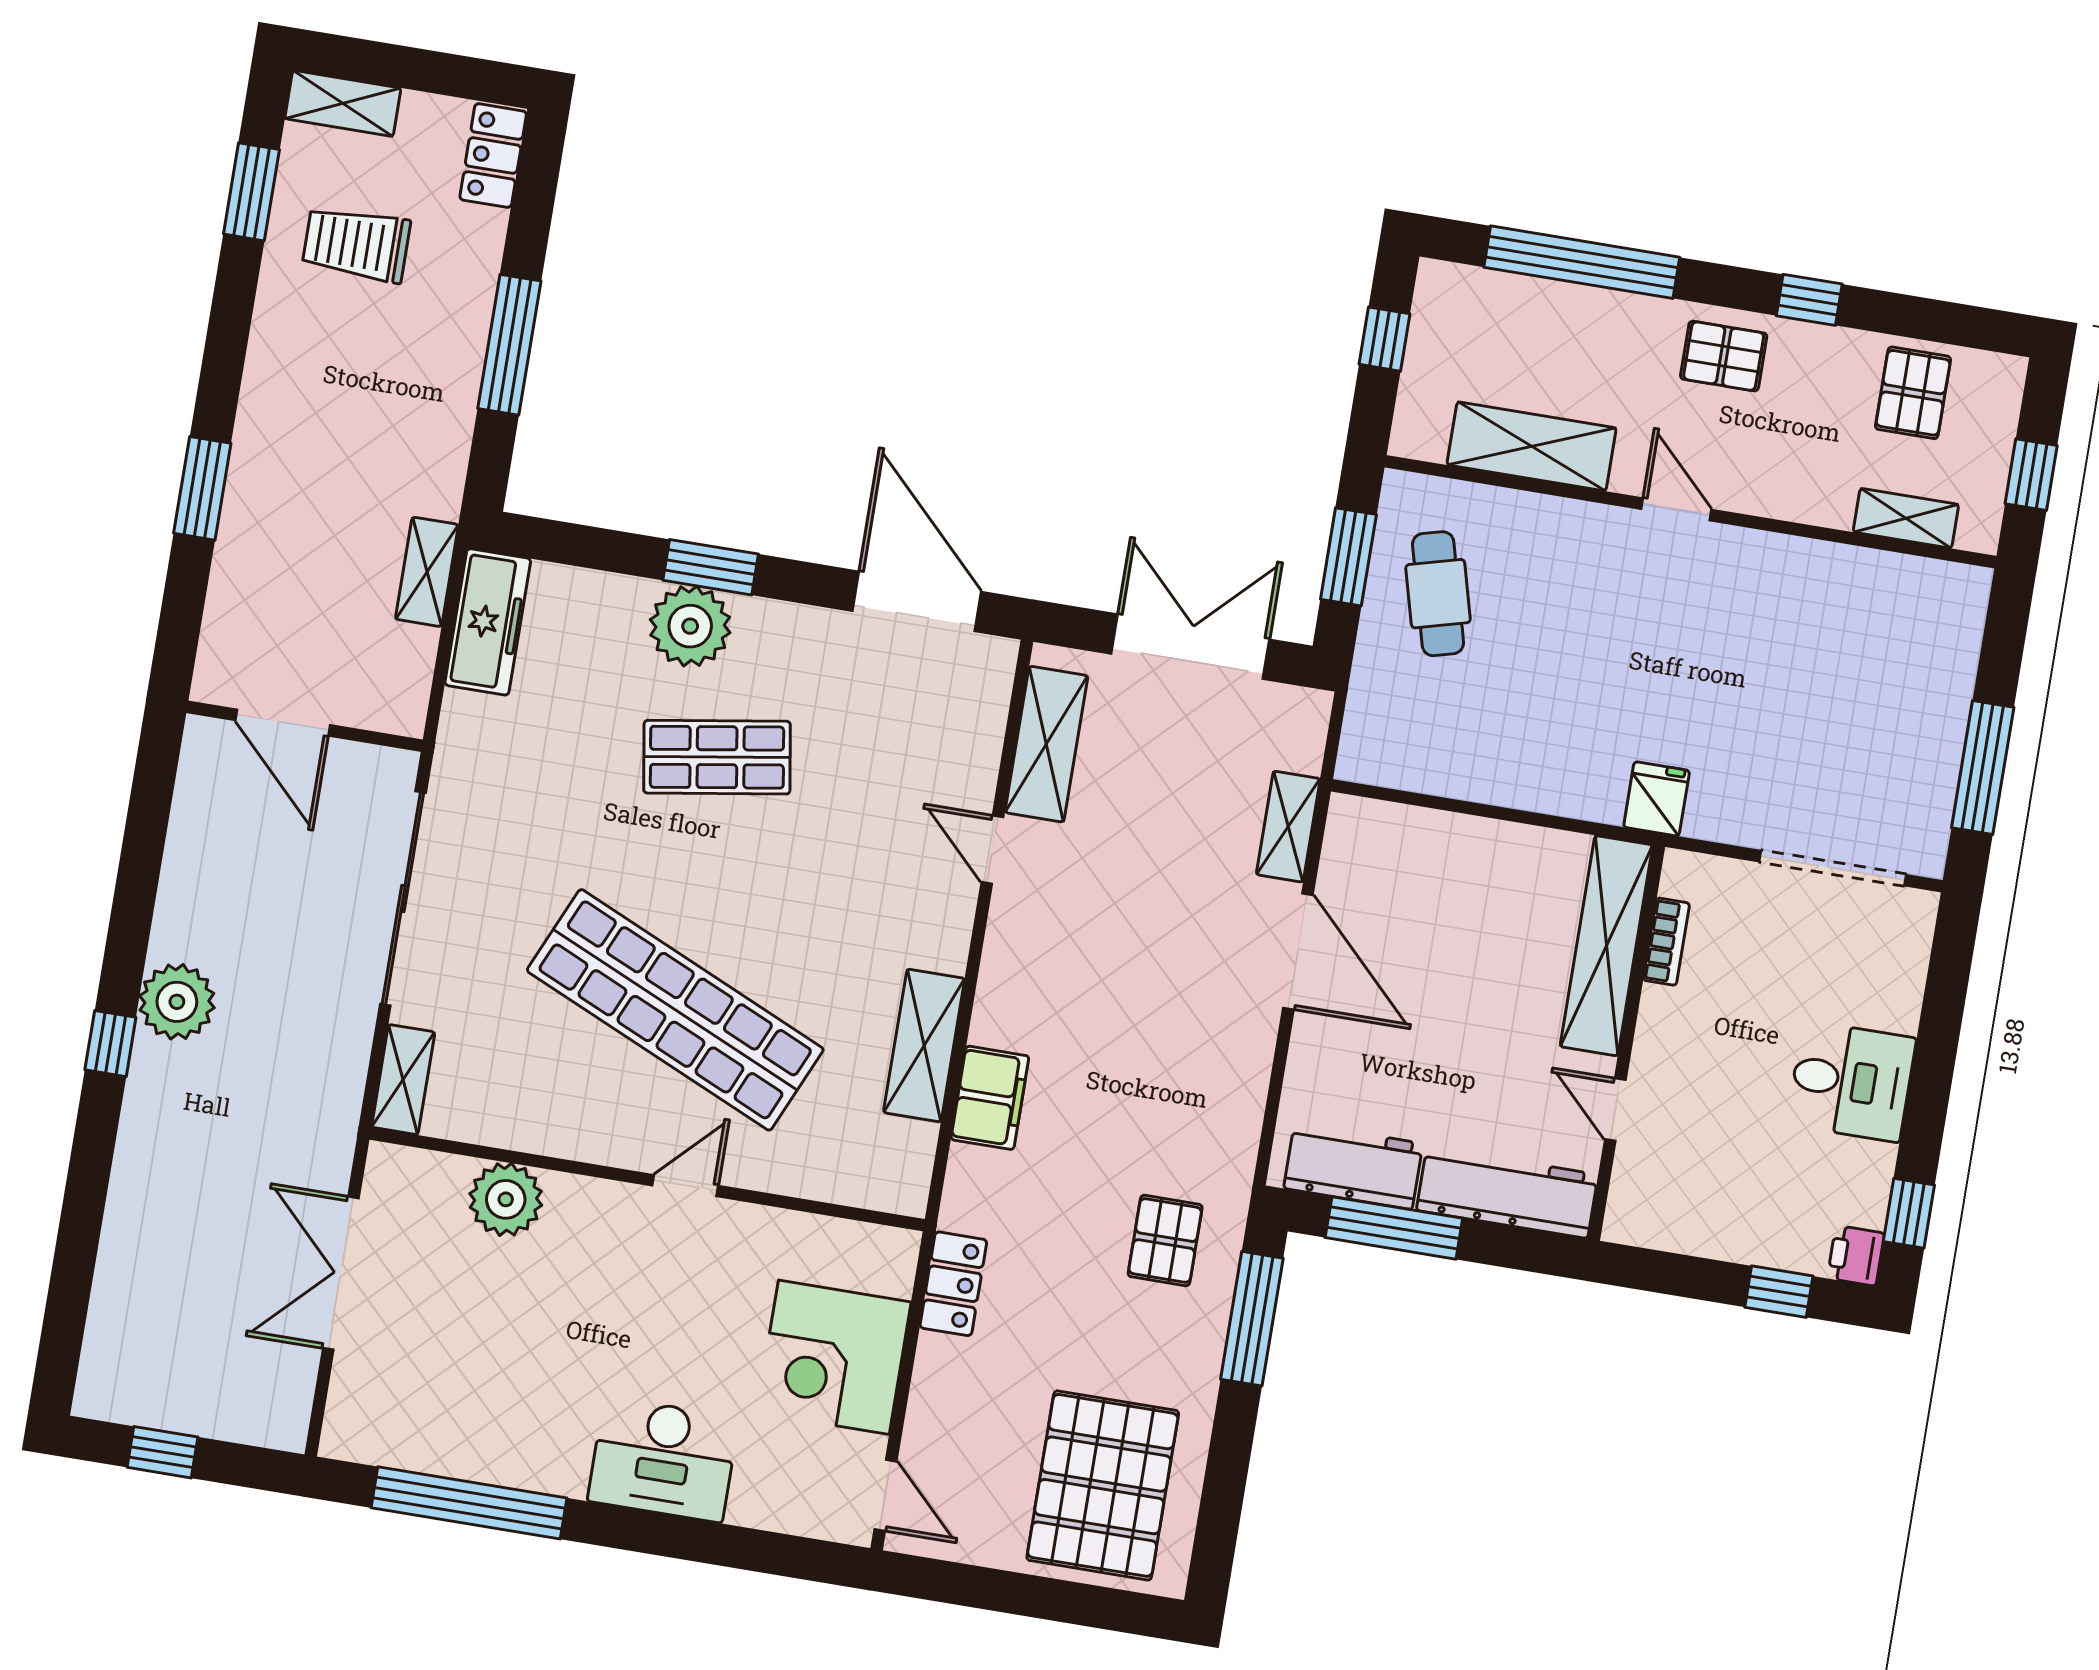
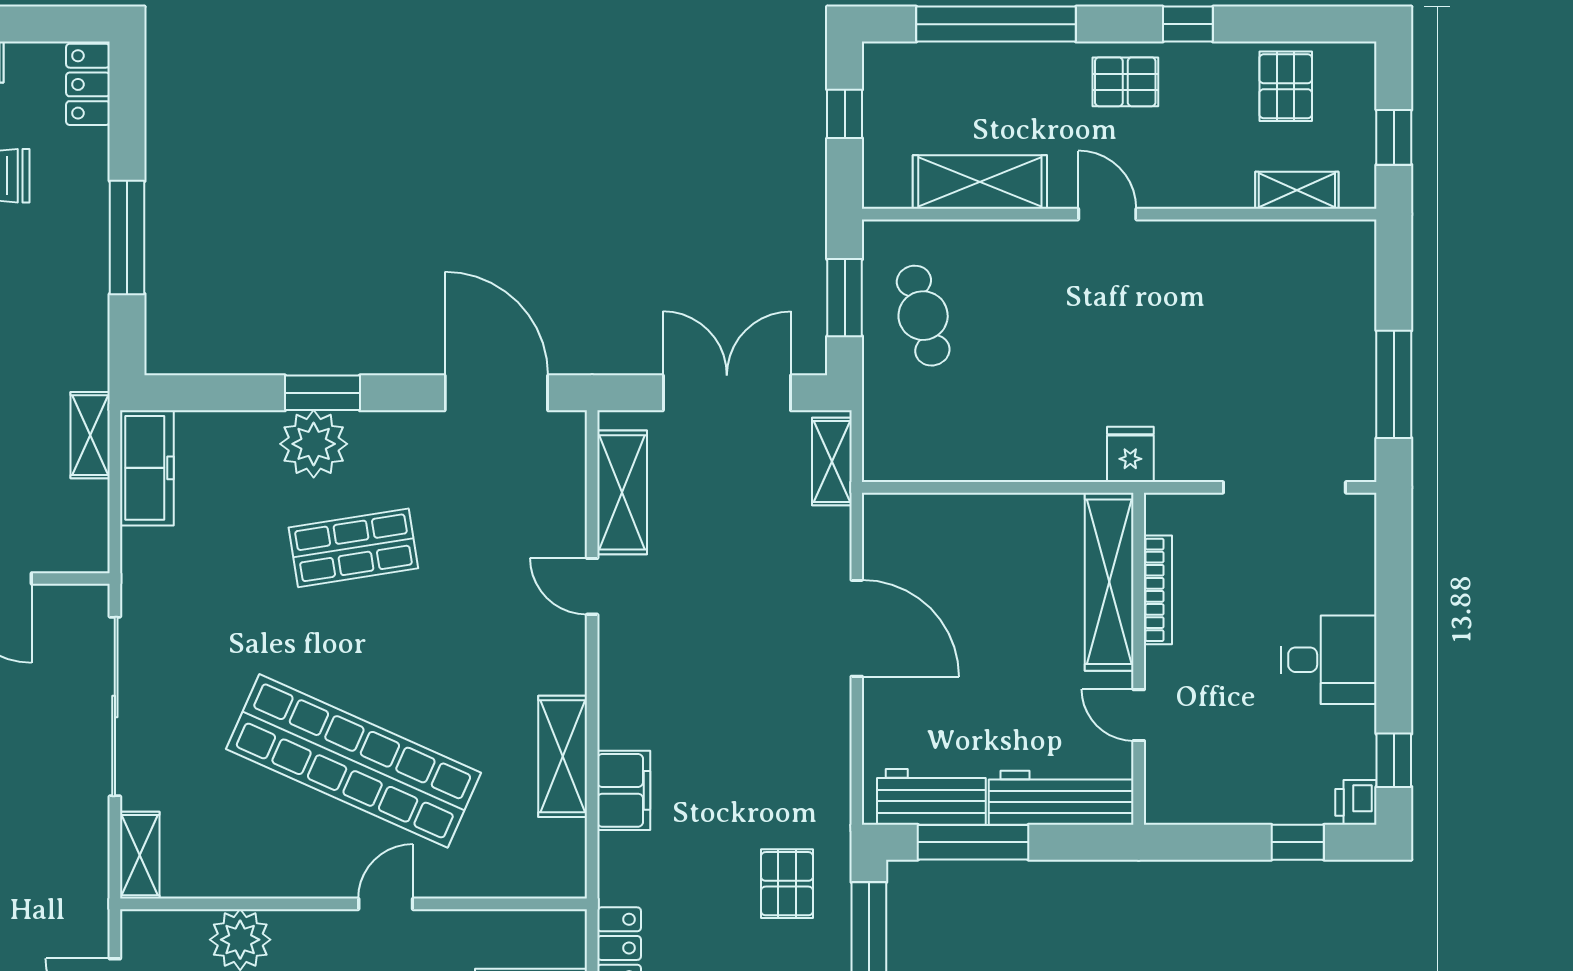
shelving: (1288, 827) -> (832, 461), moved
bookcase: (1666, 942) -> (1158, 590), width x1.56

